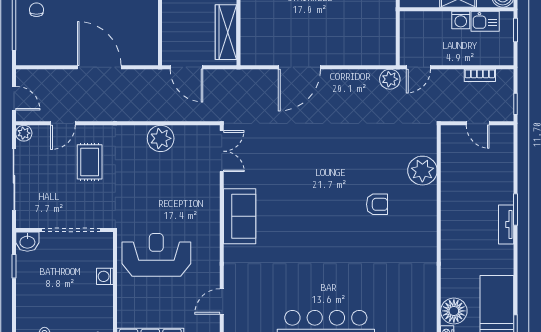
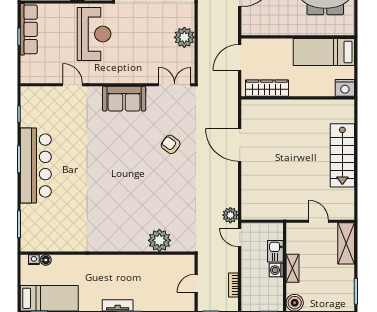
kitchen sink: (485, 21) -> (275, 251), moved
double door: (222, 151) -> (175, 85), swing flipped
armchair: (377, 204) -> (171, 144), moved, turned 127
door: (222, 302) -> (73, 85), moved
floor lamp: (454, 311) -> (46, 260), width x0.53, depth x0.53

